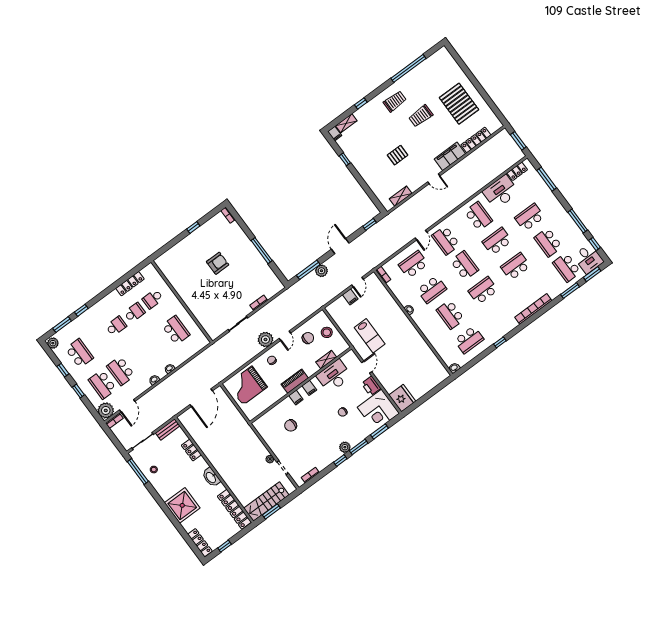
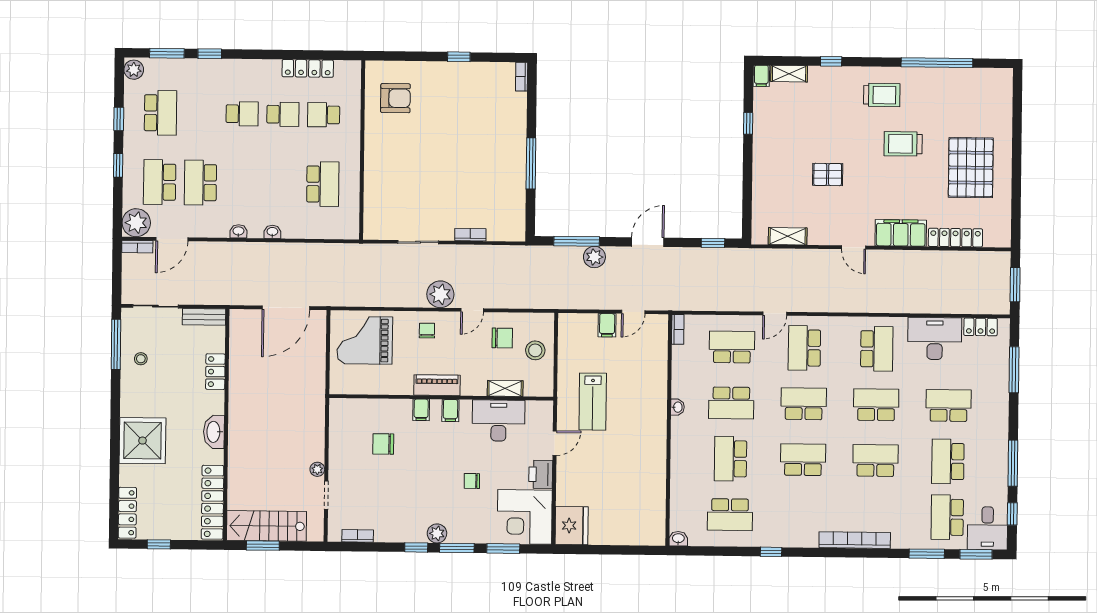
armchair: (218, 263) -> (395, 98), moved
school desk: (464, 265) -> (804, 404), turned -90

